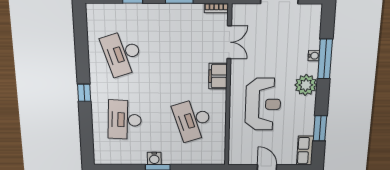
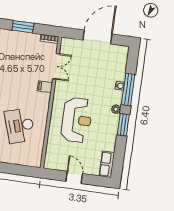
filing cabinet: (218, 76) -> (45, 87), width x0.50
plant: (306, 85) -> (116, 109), width x0.53, depth x0.53
window: (320, 128) -> (123, 125), moved

